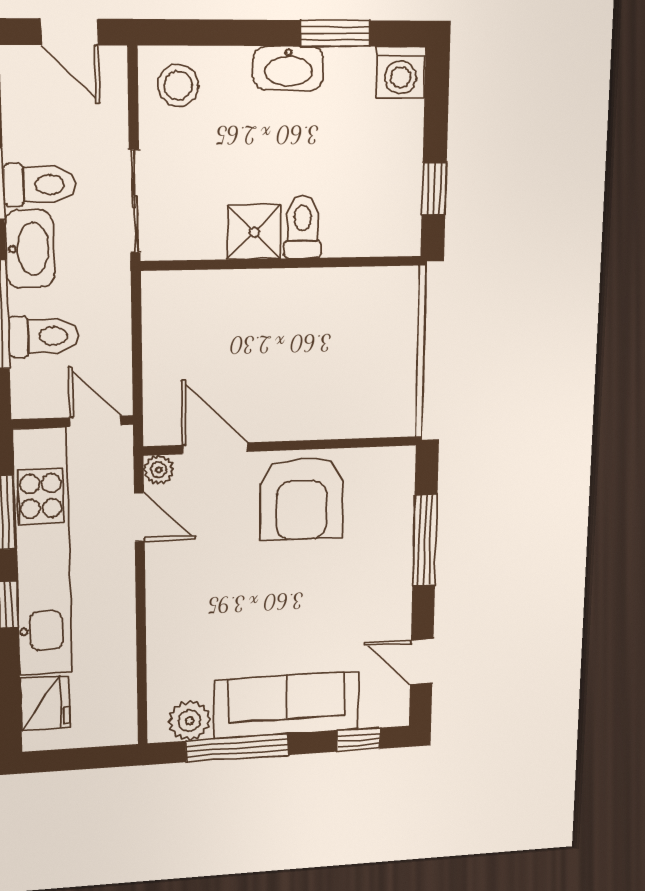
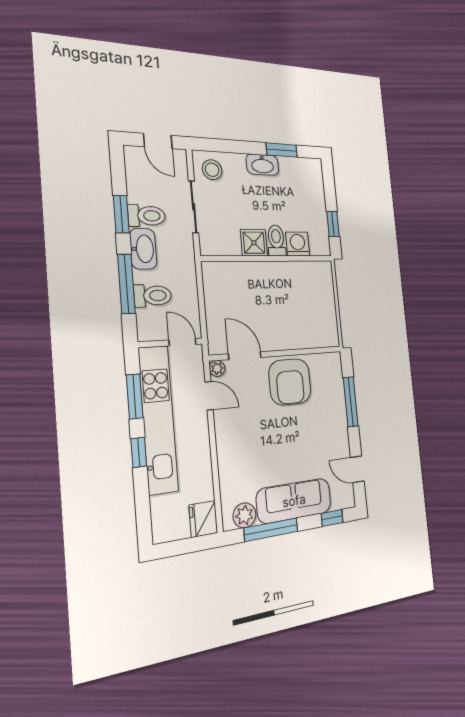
washing machine: (401, 72) -> (298, 244), moved, turned 180
sliding door: (135, 201) -> (194, 207), moved
fridge: (45, 703) -> (203, 519), moved, turned 180

